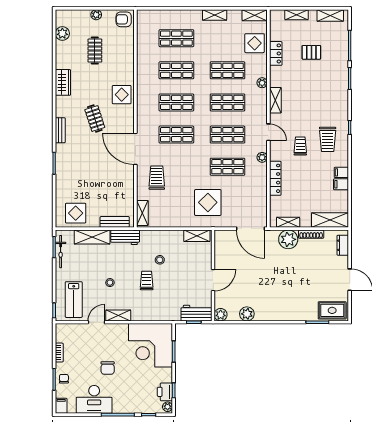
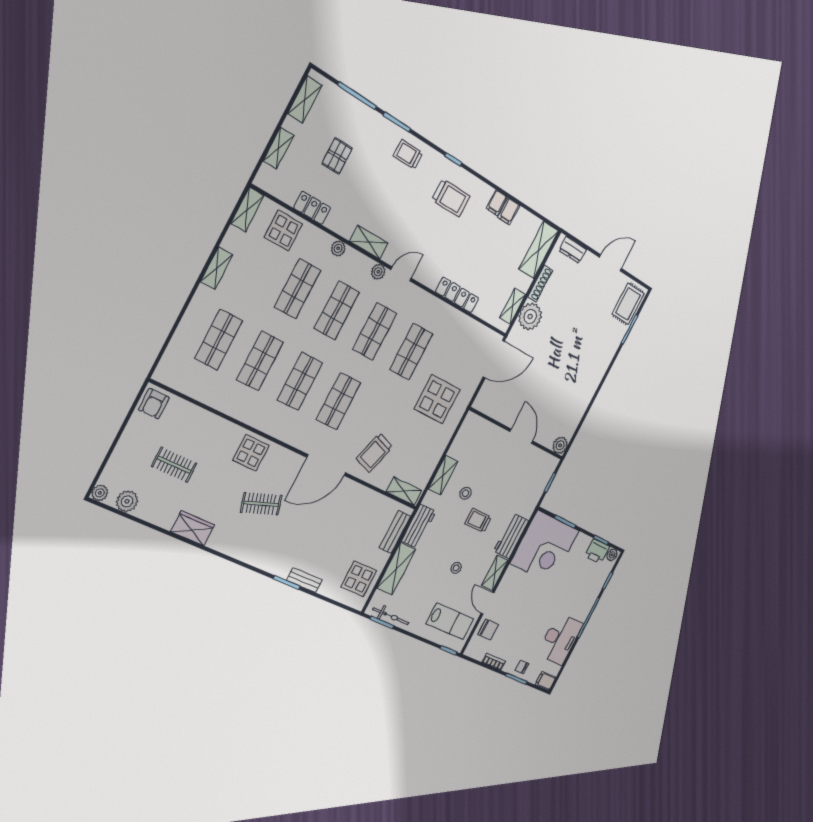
plant: (96, 15) -> (100, 493), moved
bench: (60, 130) -> (304, 580), moved
trolley: (300, 146) -> (408, 154), moved
plant: (262, 157) -> (378, 272), moved
trolley: (157, 178) -> (374, 453), turned -72
shelving: (197, 236) -> (443, 475), moved
workbench: (196, 313) -> (511, 536), moved
plant: (247, 314) -> (576, 412), removed
chair: (108, 368) -> (488, 630), moved

